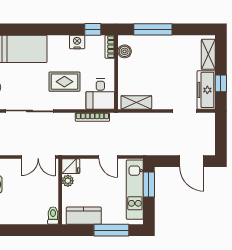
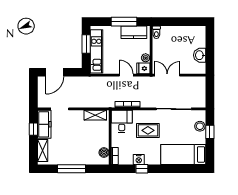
window: (93, 29) -> (142, 169), moved
window: (153, 29) -> (71, 169), moved
door: (108, 157) -> (126, 75), moved
door: (192, 161) -> (55, 72), swing flipped
window: (149, 185) -> (86, 44), moved
window: (111, 230) -> (124, 22), moved

